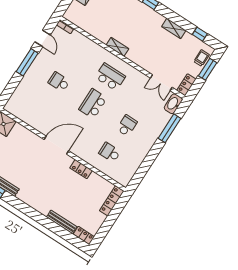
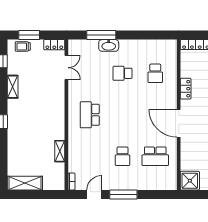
shelving: (117, 47) -> (60, 151), moved
school desk: (93, 104) -> (155, 156), moved
washbasin: (173, 104) -> (109, 45), moved

